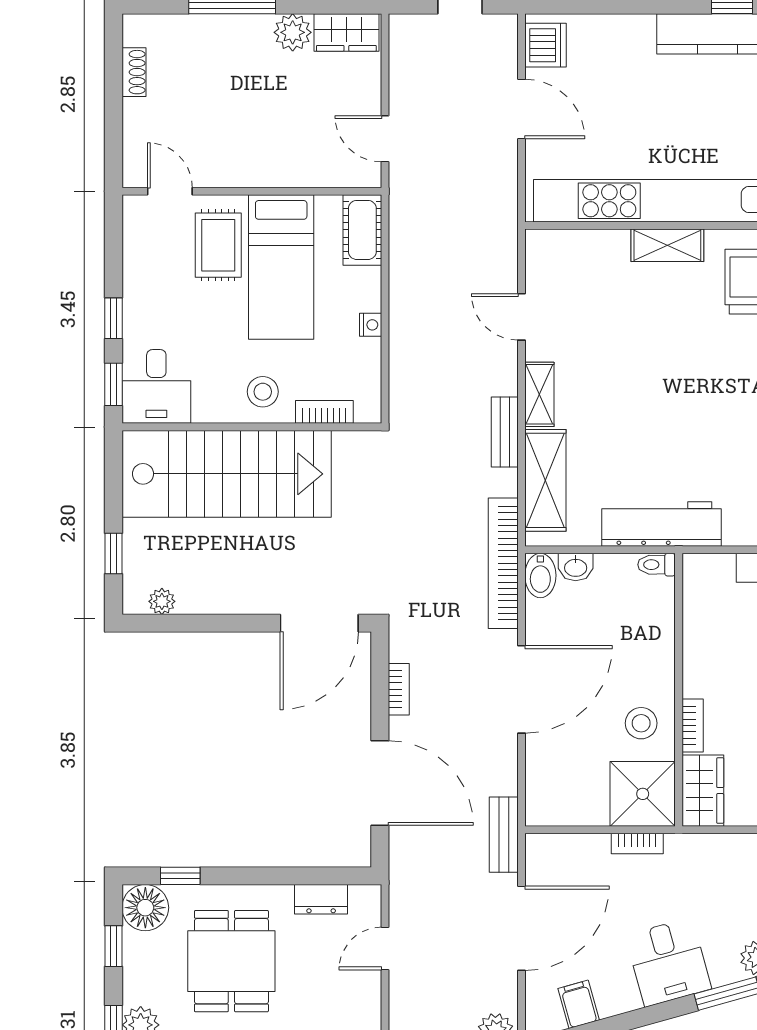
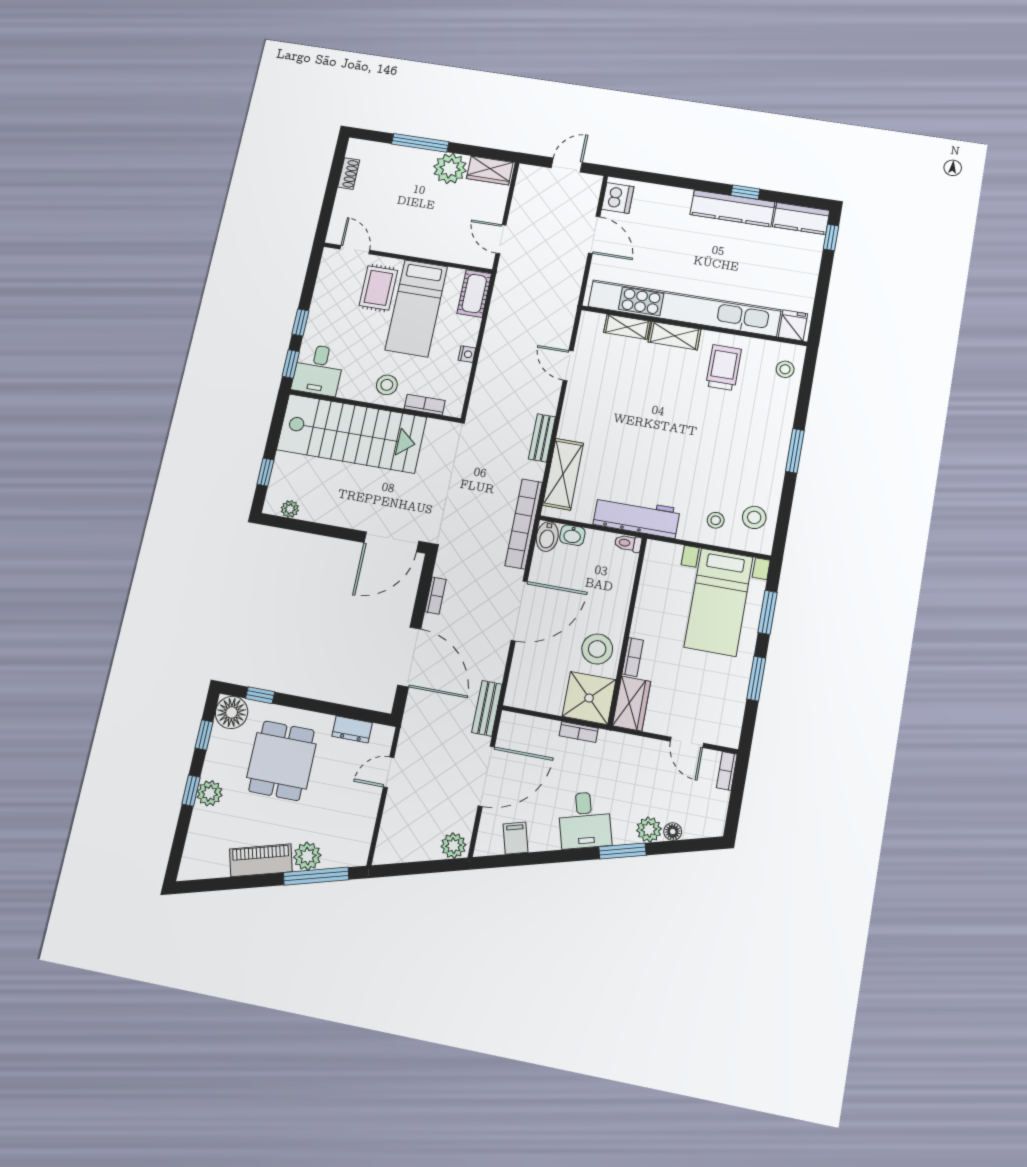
plant: (293, 32) -> (450, 169), width x1.36, depth x1.36
shelving: (539, 394) -> (627, 327), moved, turned 90
stool: (641, 723) -> (597, 649), width x1.38, depth x1.38

